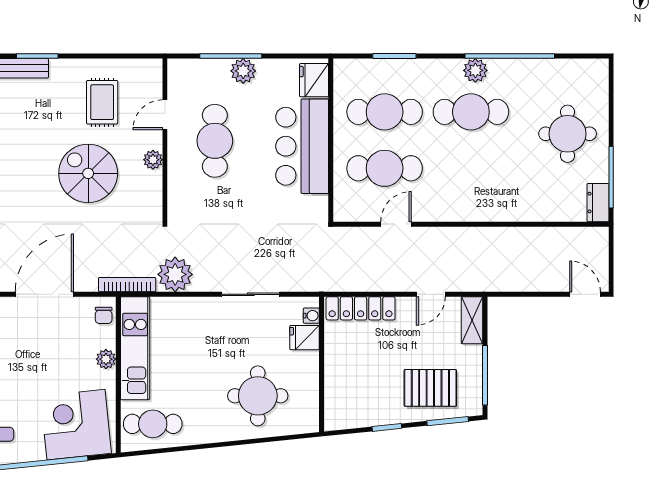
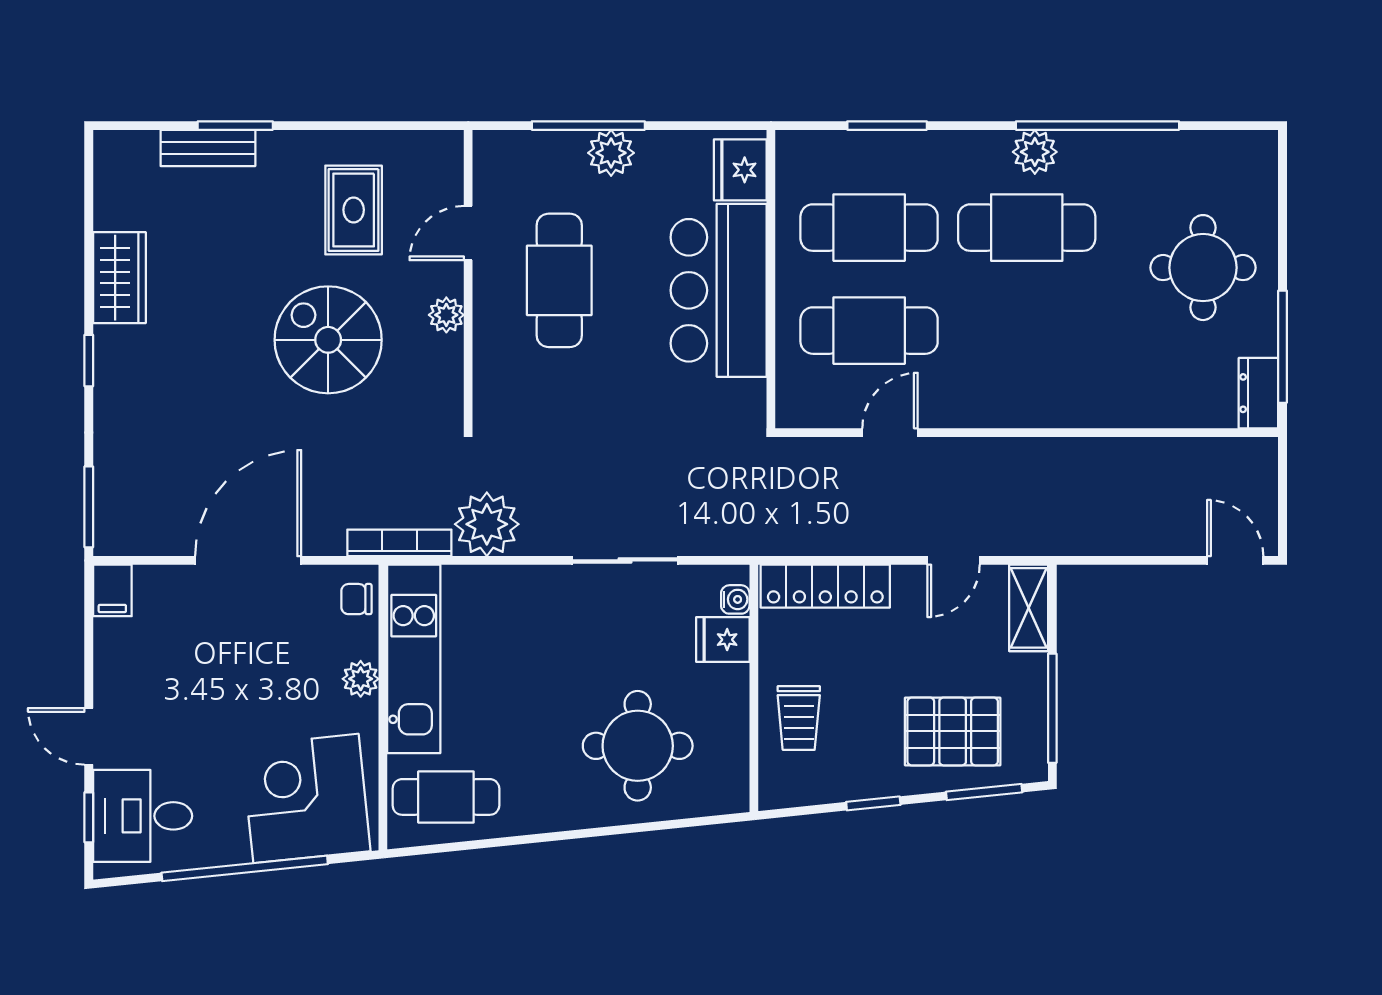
chair: (104, 315) -> (356, 599), turned 90
trolley: (346, 381) -> (799, 718), added

